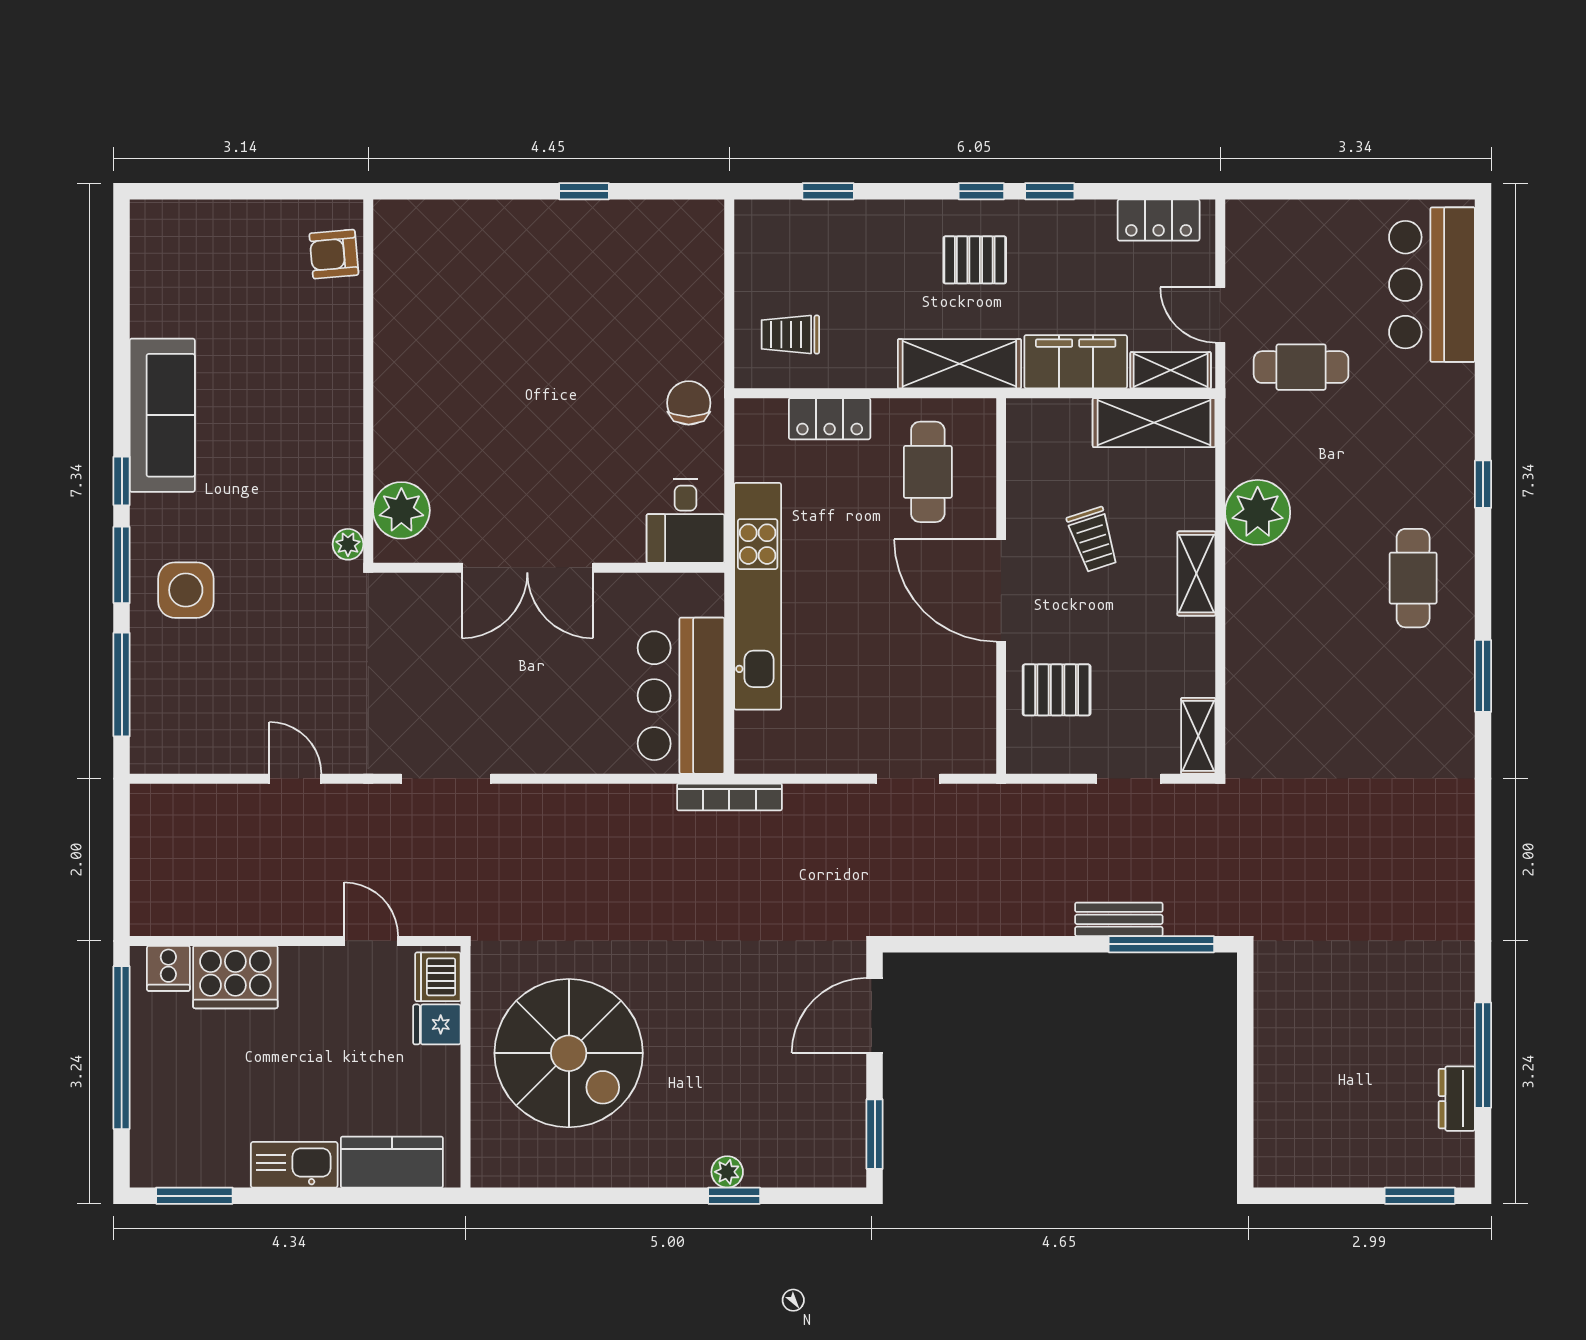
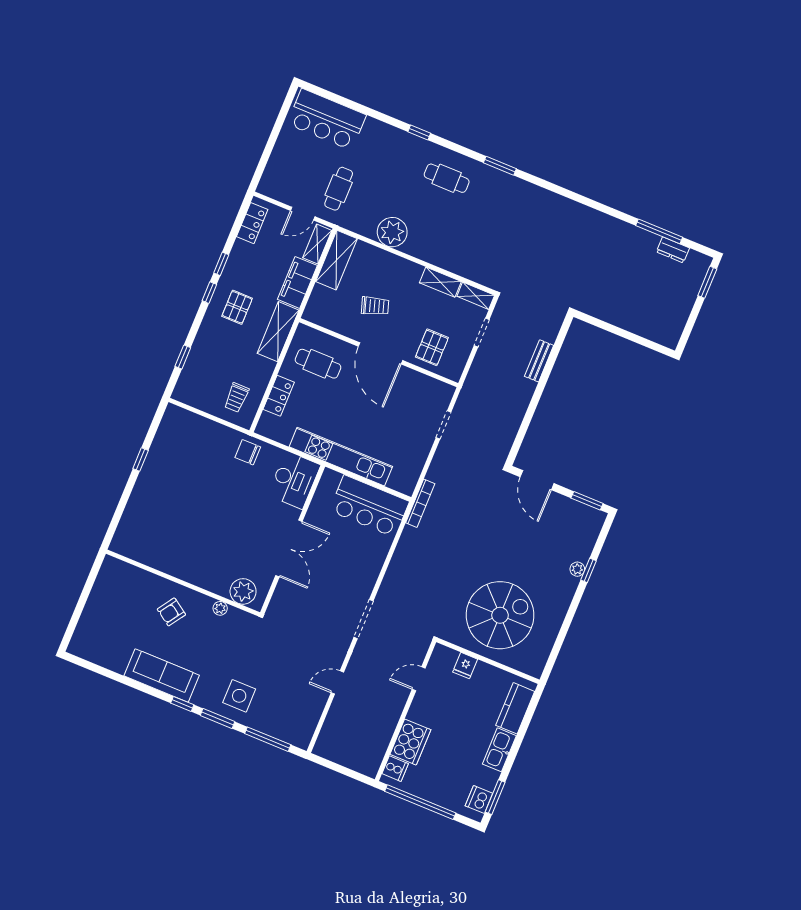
armchair: (334, 254) -> (171, 612), moved, turned 39
desk: (685, 521) -> (294, 480), width x1.37
plant: (348, 544) -> (220, 608), moved
shelving: (1196, 574) -> (440, 282), moved
door: (1001, 590) -> (381, 353), hinge flipped
window: (1161, 944) -> (557, 347), removed
dishwasher: (438, 977) -> (479, 799), moved, turned 90

